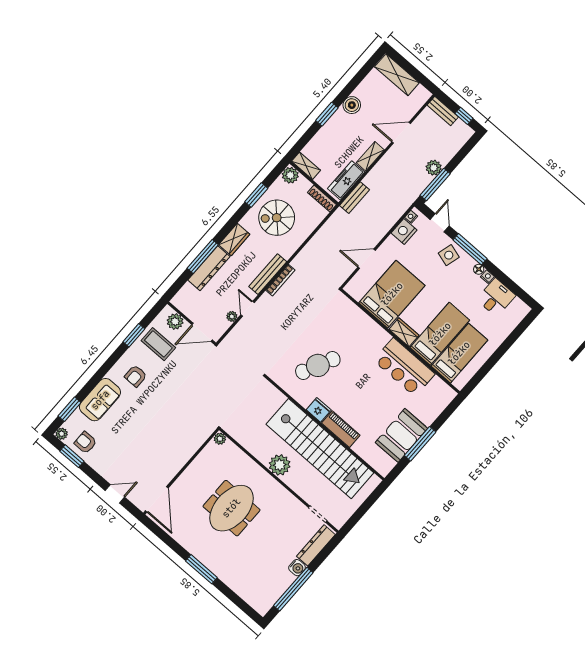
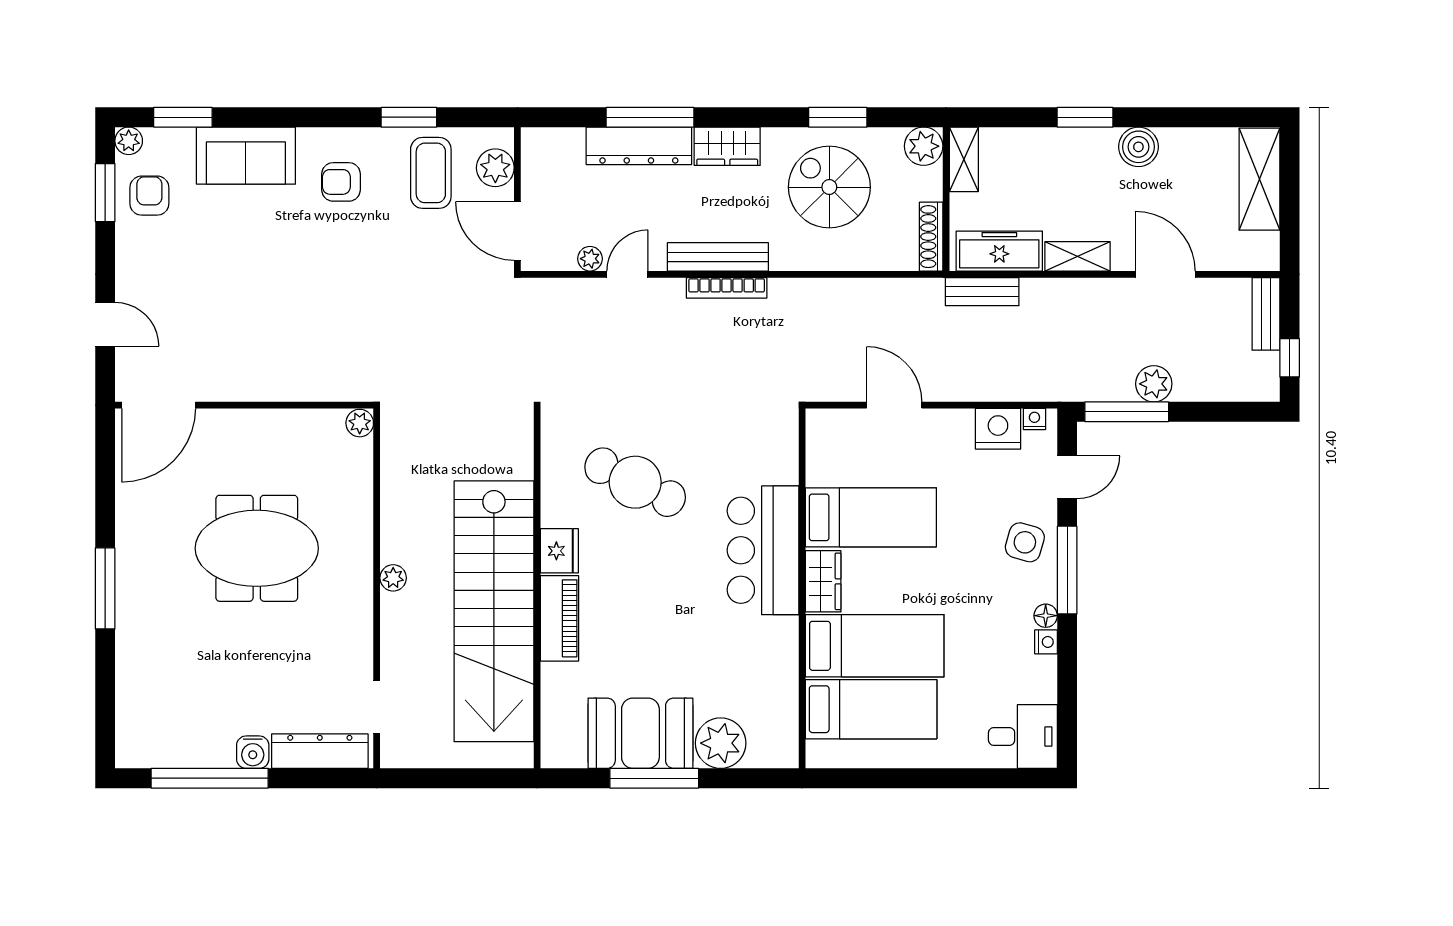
bed: (392, 294) -> (871, 517), width x0.67
desk: (496, 297) -> (1023, 736), moved
bar counter: (404, 367) -> (763, 550), moved
plant: (428, 412) -> (721, 743), added
plant: (280, 465) -> (393, 578), width x0.53, depth x0.53

